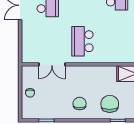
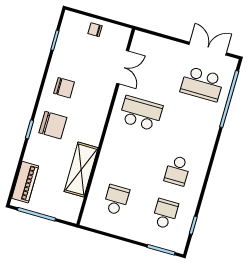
double door: (52, 64) -> (123, 67), swing flipped

